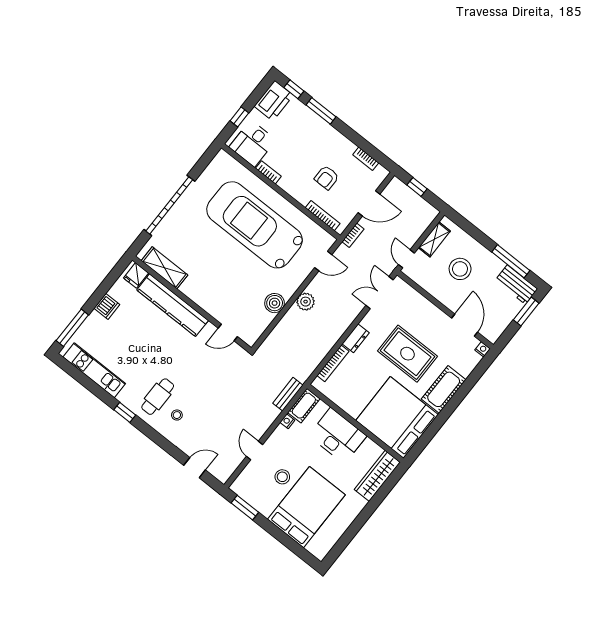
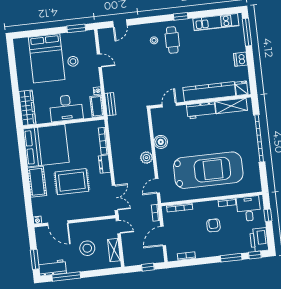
armchair: (327, 178) -> (213, 225), moved
workbench: (200, 294) -> (201, 110), added

